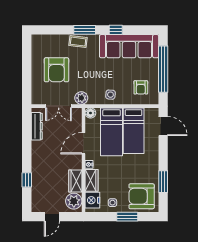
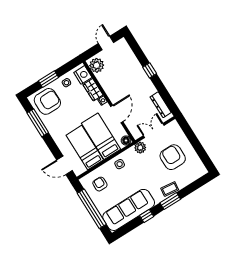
window: (27, 180) -> (150, 70), moved
wardrobe: (75, 181) -> (105, 81), removed
window: (163, 182) -> (38, 123), width x1.44

